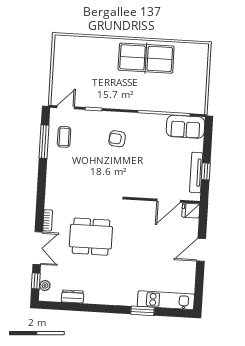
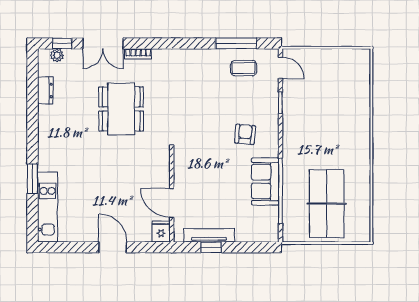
table tennis table: (146, 58) -> (327, 203), moved
sofa: (185, 127) -> (265, 182), moved

